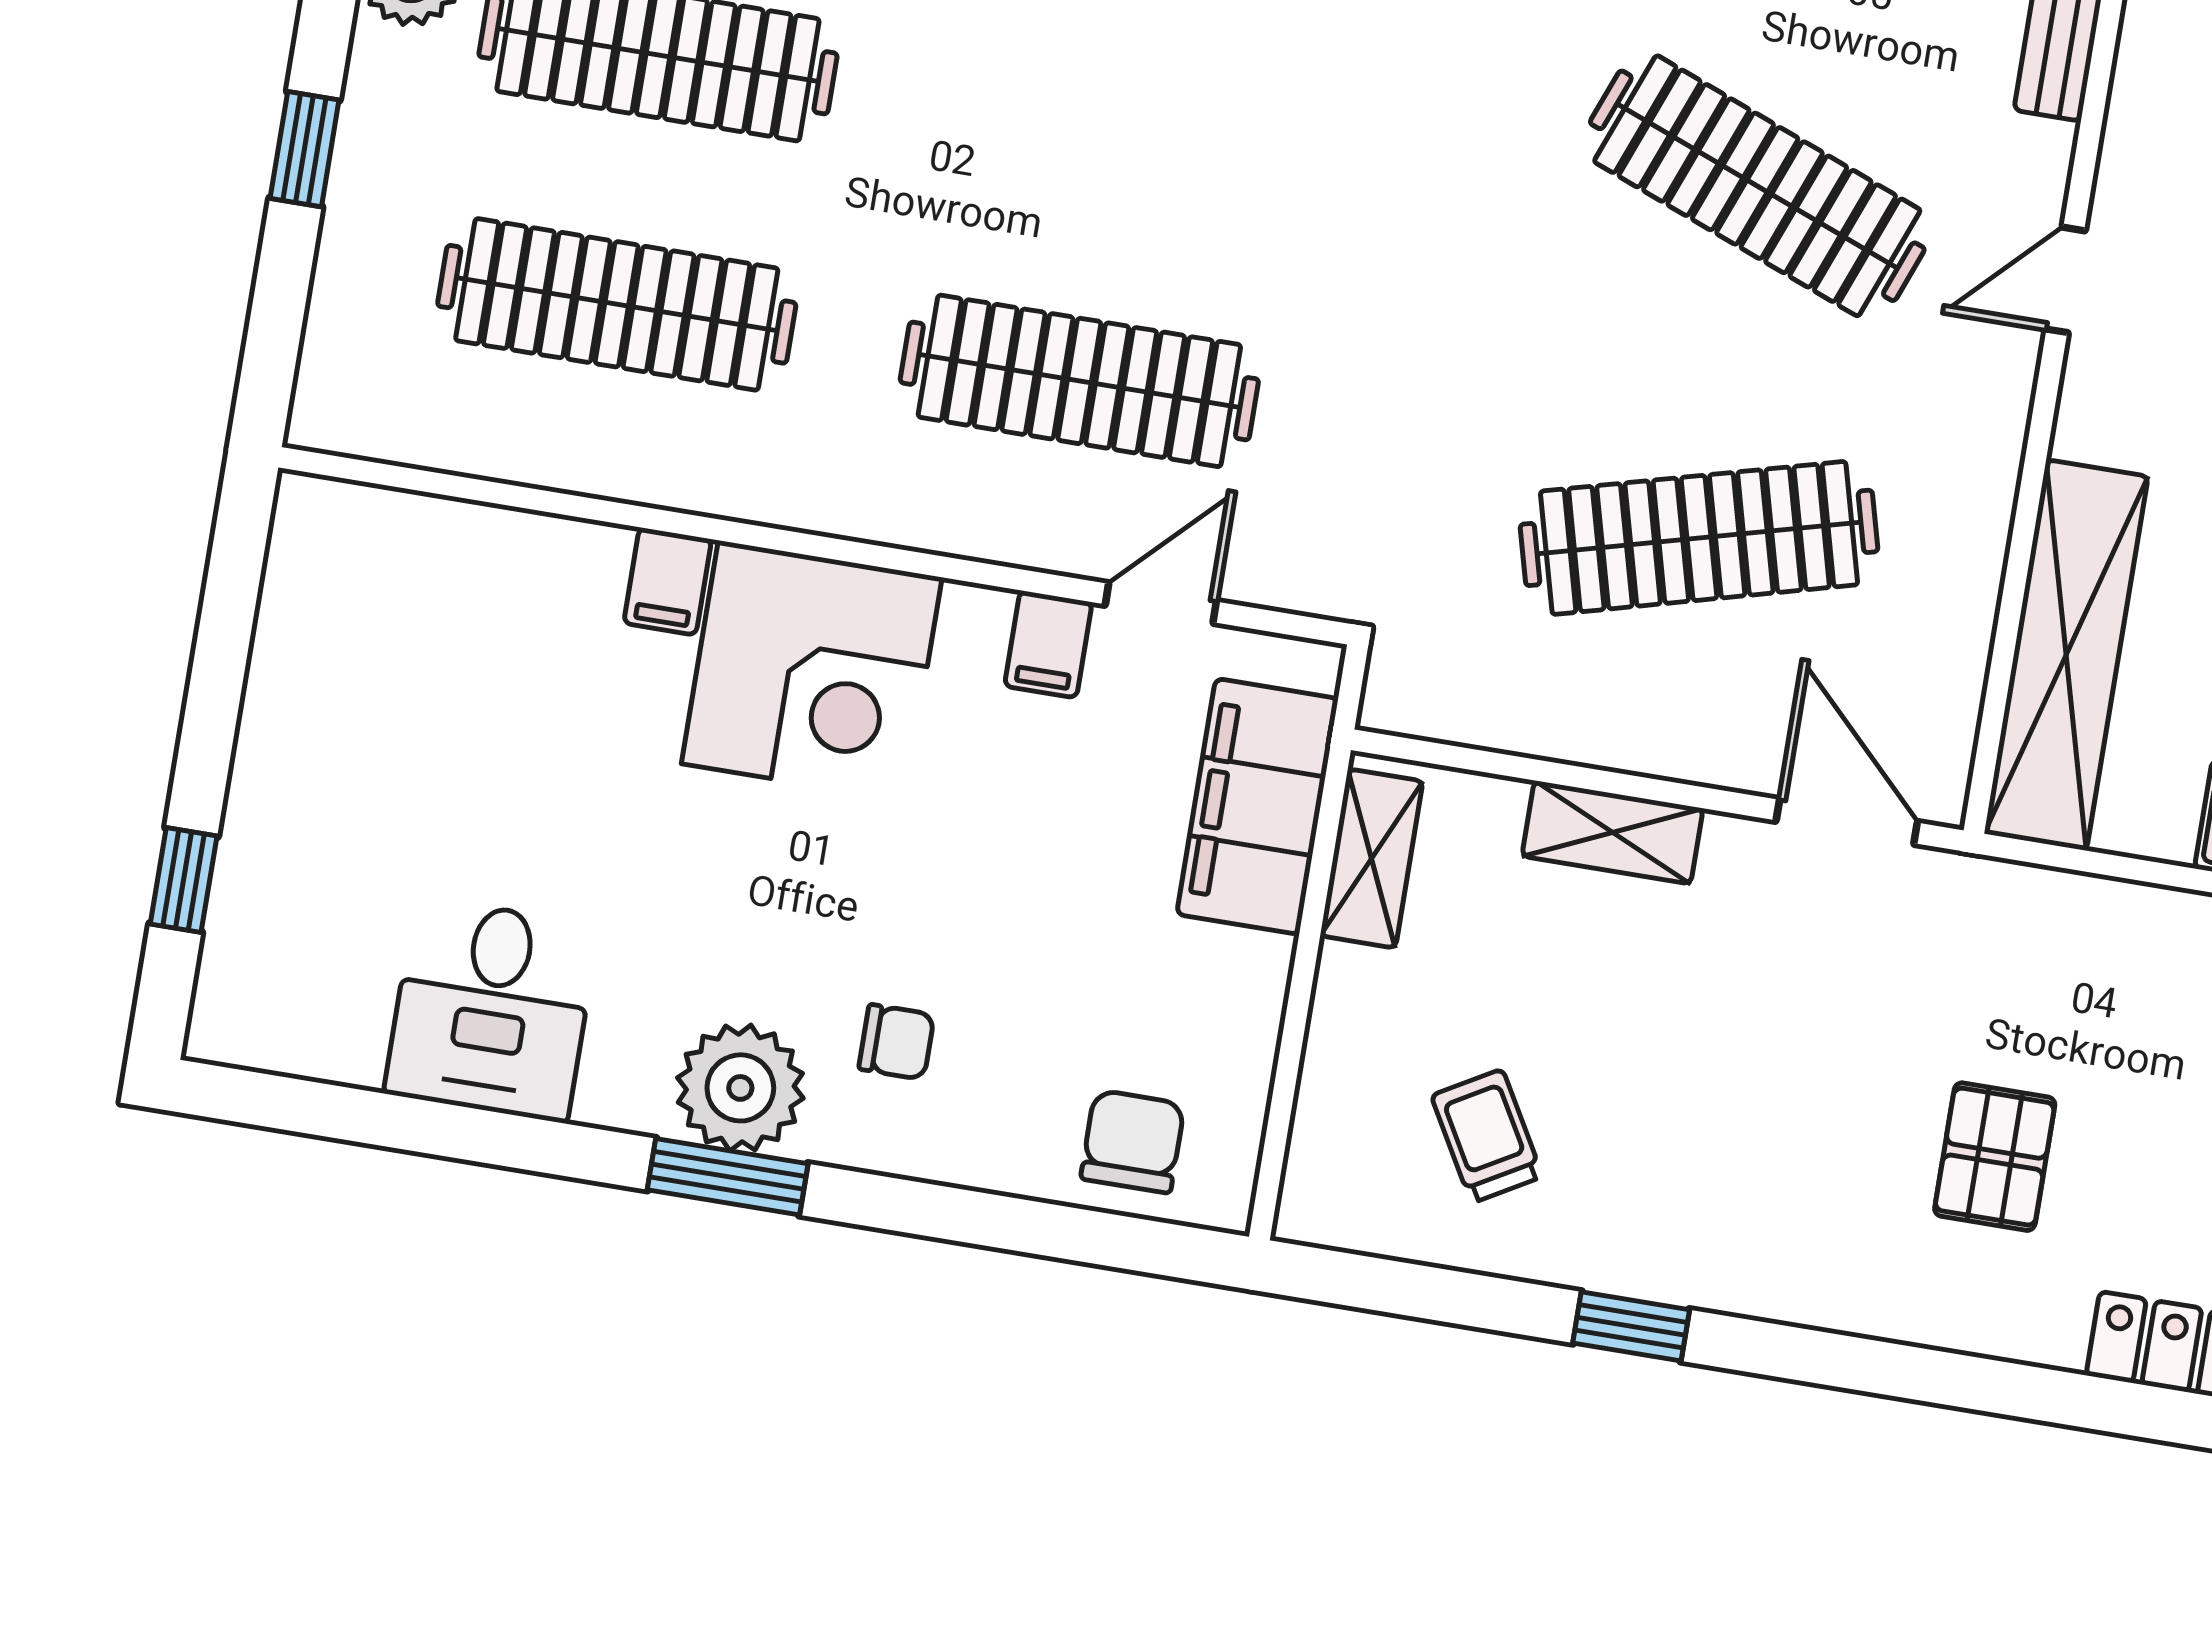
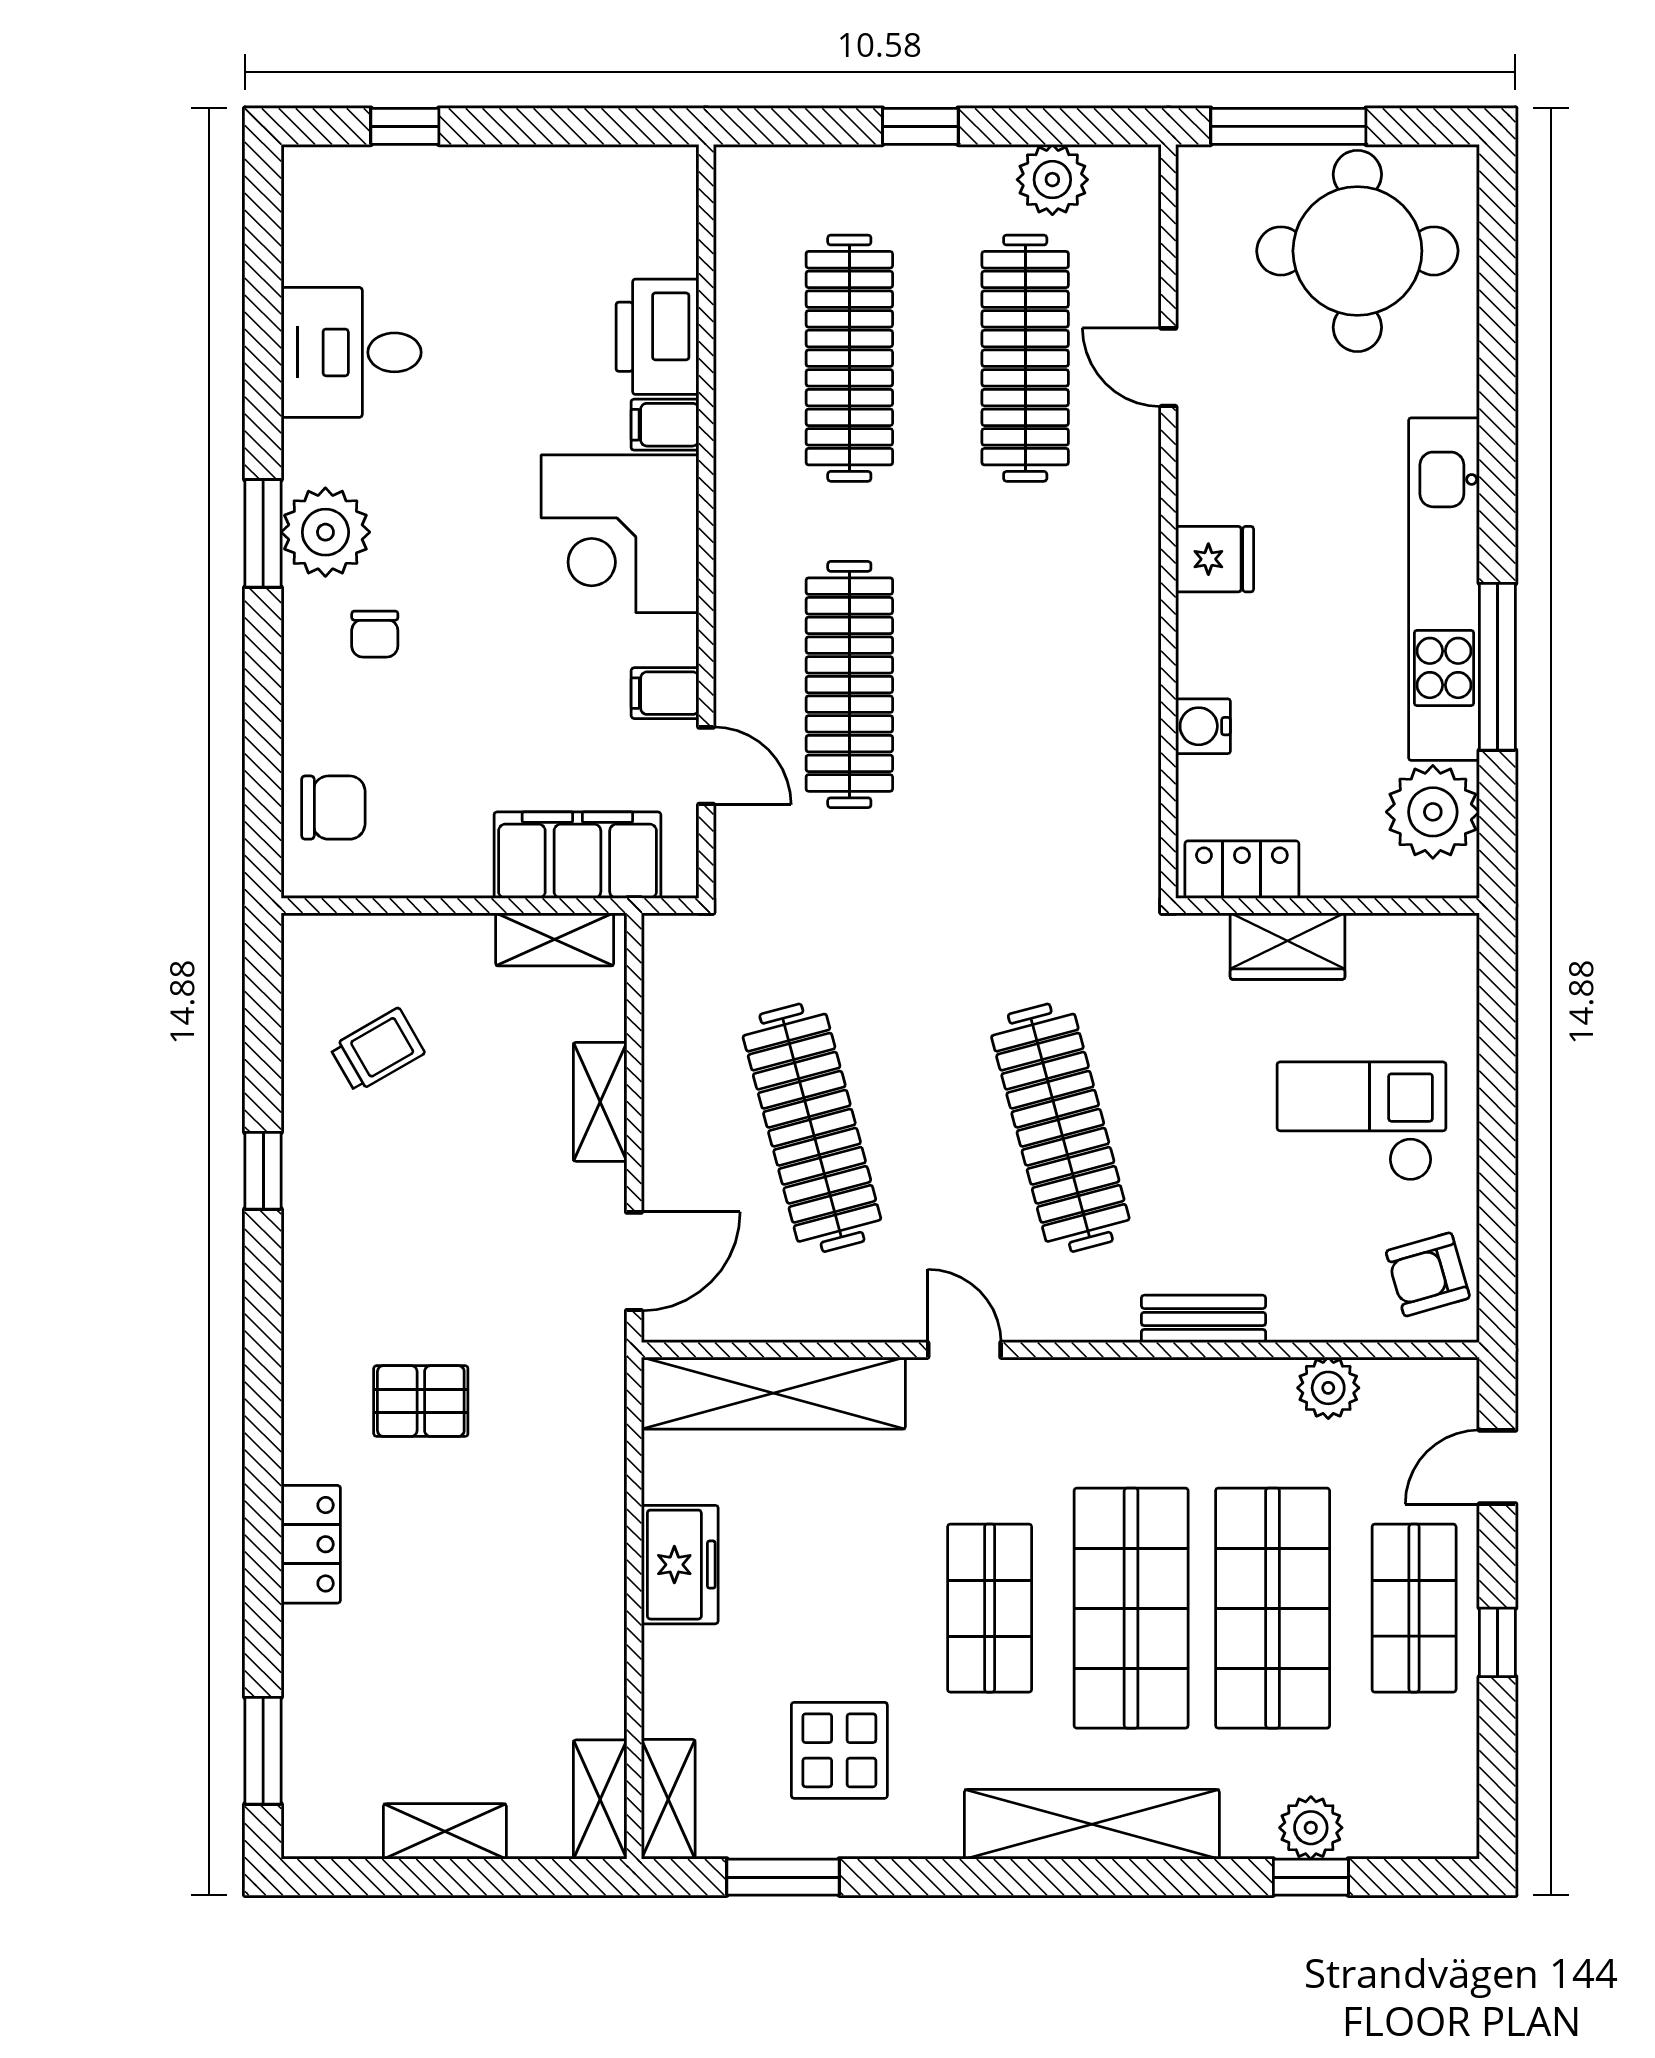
clothes rail: (1757, 186) -> (1060, 1128), turned -36
door: (2065, 280) -> (964, 1350), moved
printer: (541, 571) -> (657, 337), added

